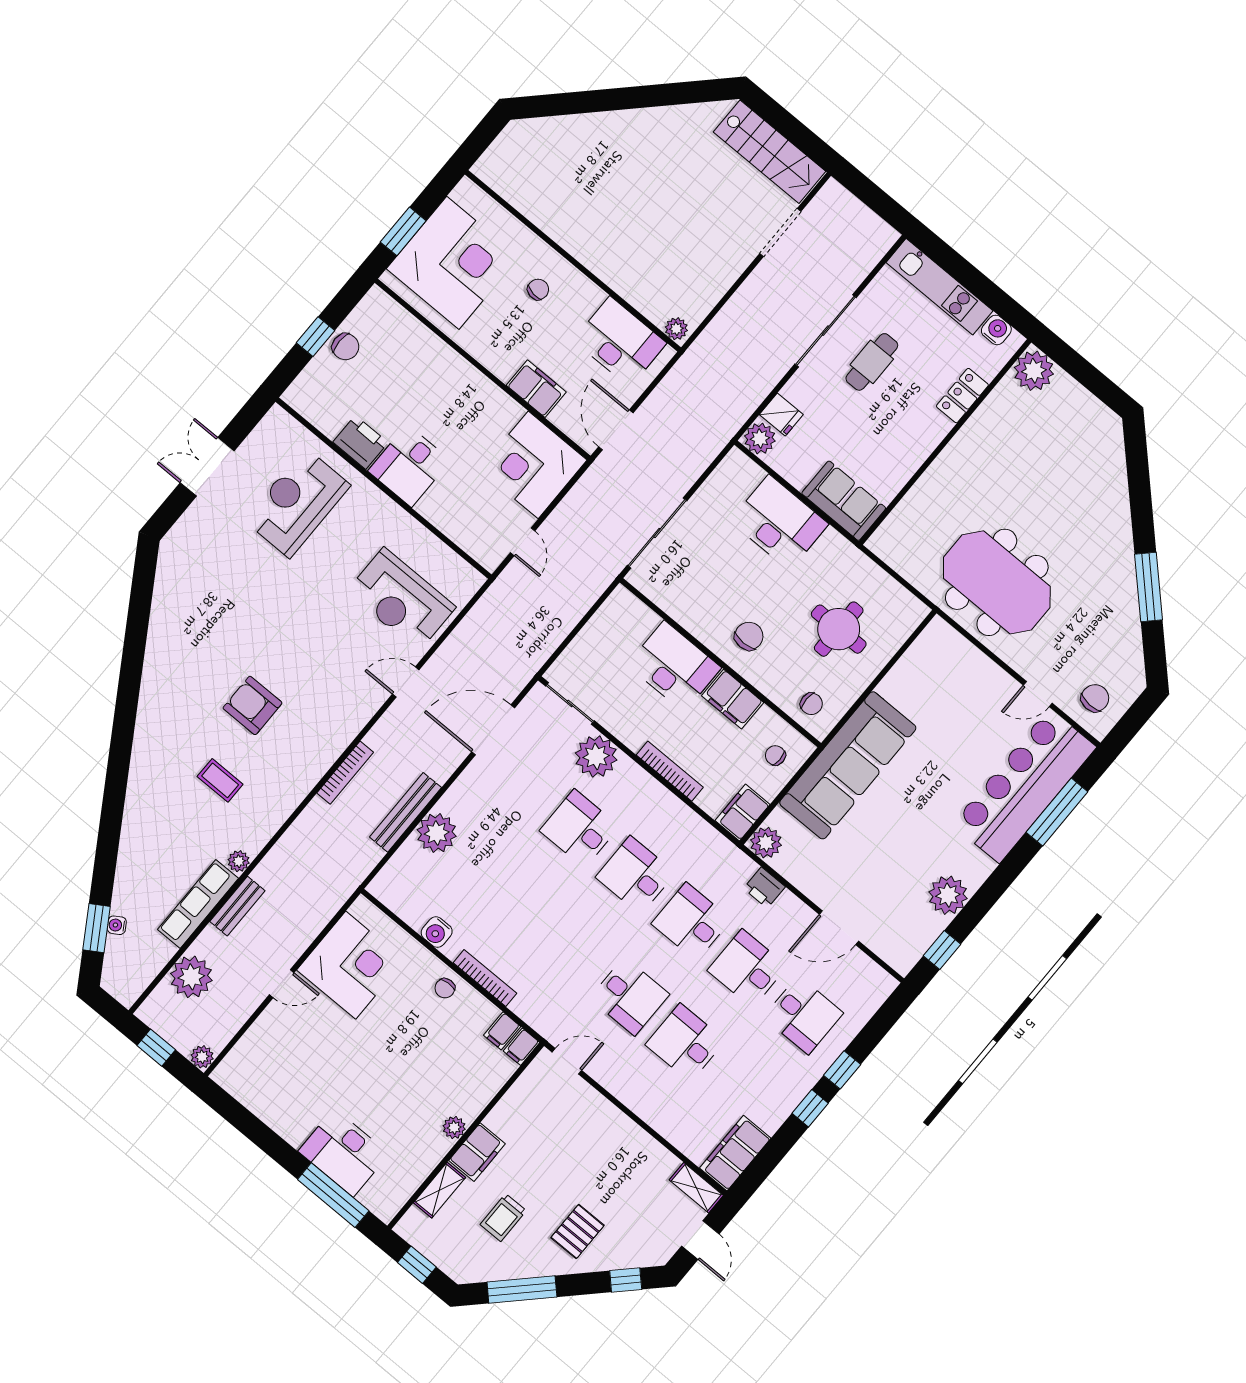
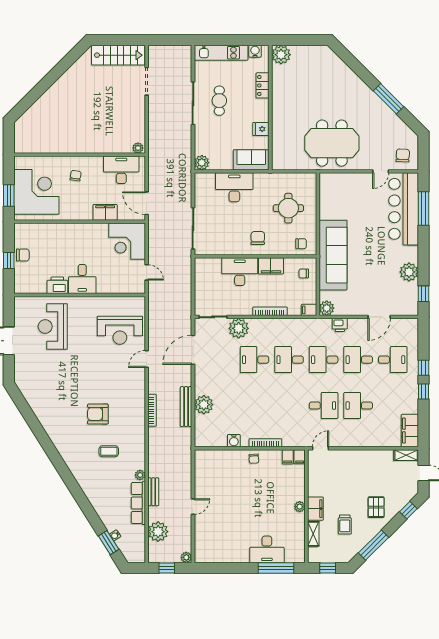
fridge: (781, 415) -> (261, 129), moved, turned 180
filing cabinet: (743, 813) -> (309, 310), width x0.50
corner desk: (351, 965) -> (213, 479), removed

